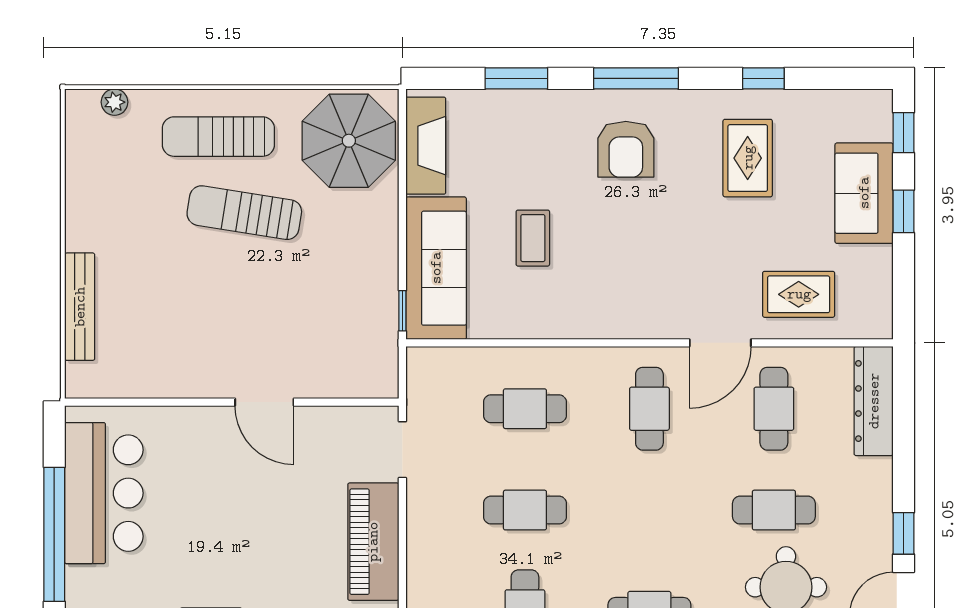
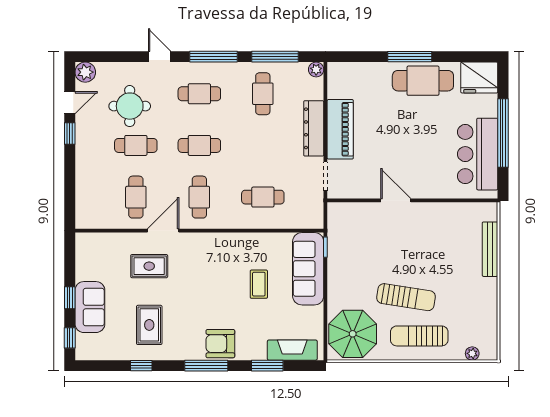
sun lounger: (218, 137) -> (419, 336), turned 180
fireplace: (426, 146) -> (292, 350), moved, turned 90
armchair: (626, 149) -> (220, 344), moved, turned -90
rug: (799, 294) -> (149, 266), moved
dresser: (874, 401) -> (314, 128), moved, turned 180
cafe table: (525, 510) -> (199, 145), moved

